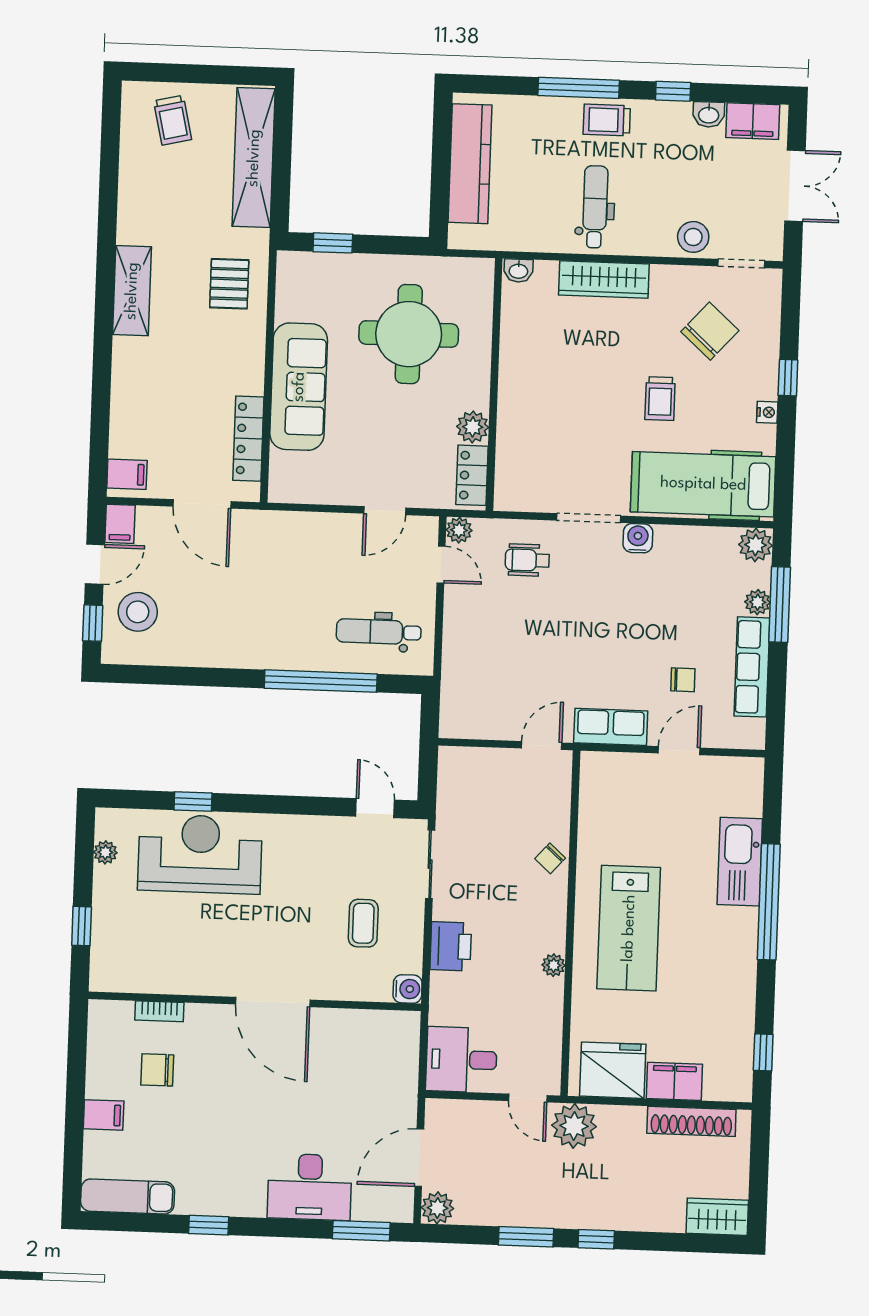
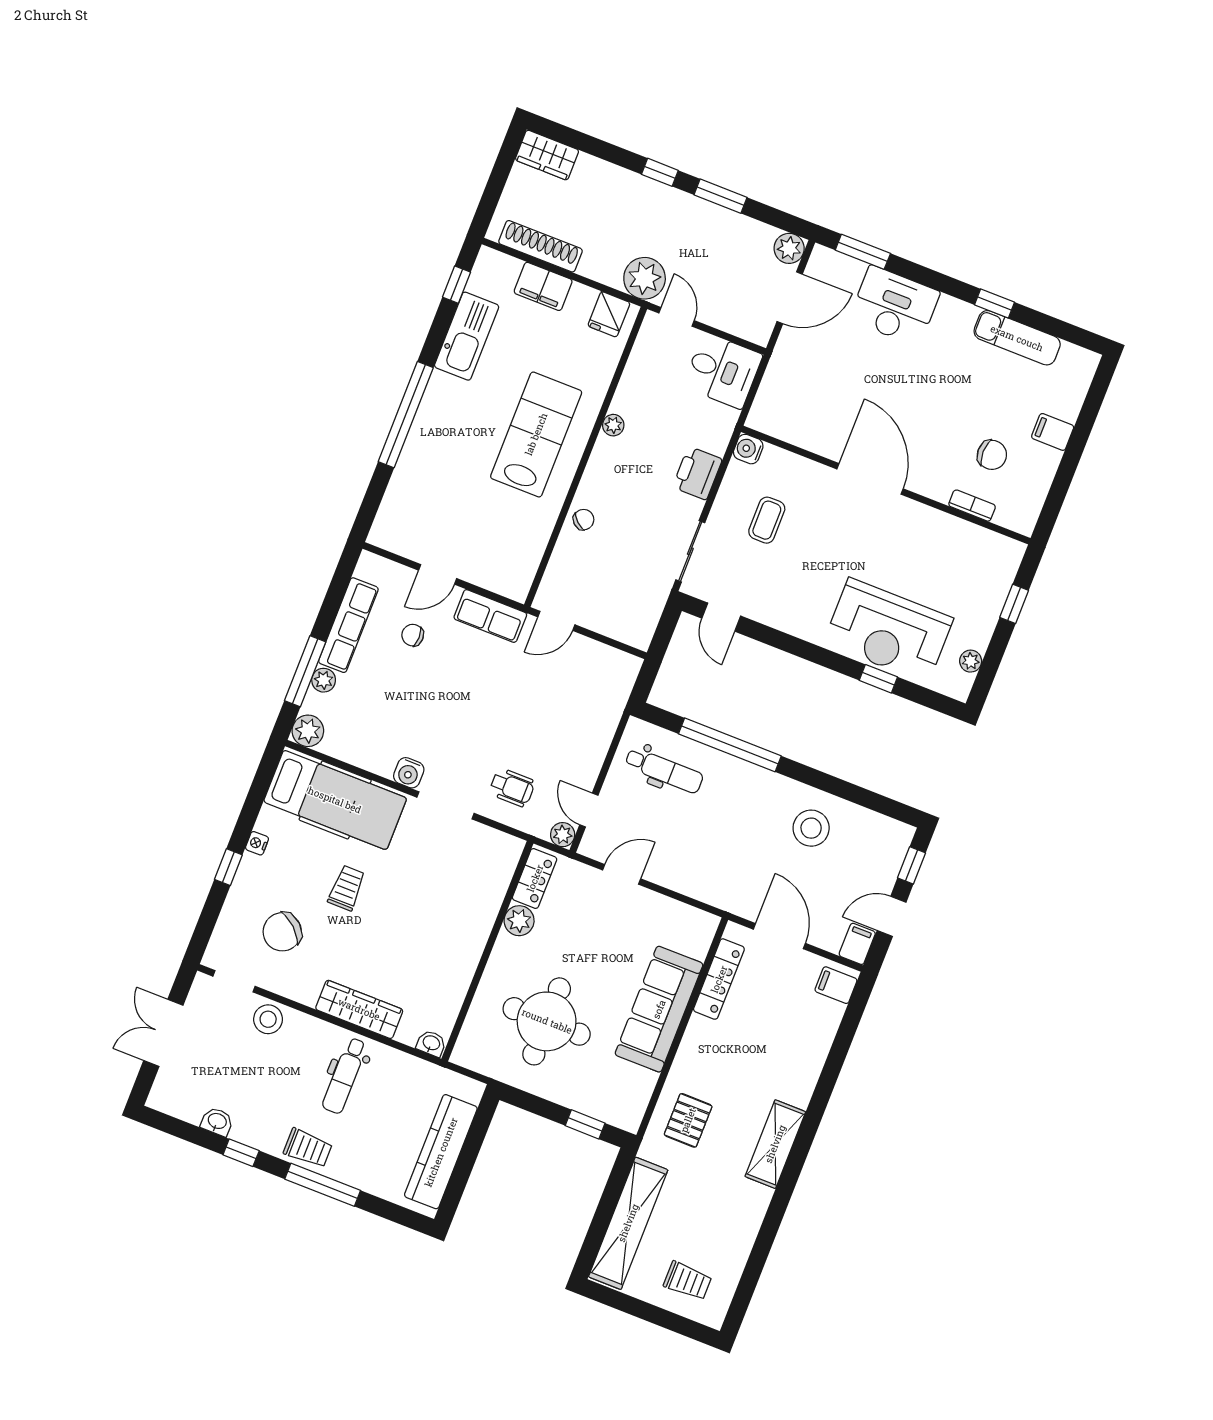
trolley: (173, 120) -> (688, 1281), turned 103
filing cabinet: (753, 121) -> (180, 1102), removed
stool: (138, 612) -> (811, 828), moved
kitchen sink: (740, 862) -> (467, 336), moved
fridge: (613, 1070) -> (609, 314), width x0.53, depth x0.75
exam couch: (128, 1196) -> (1017, 338), moved

